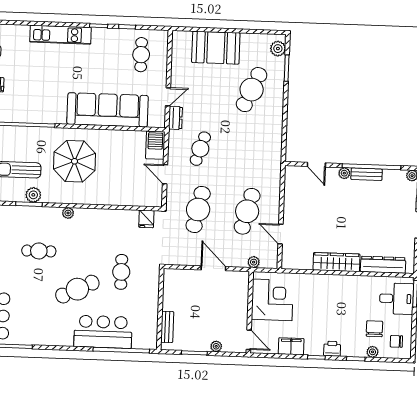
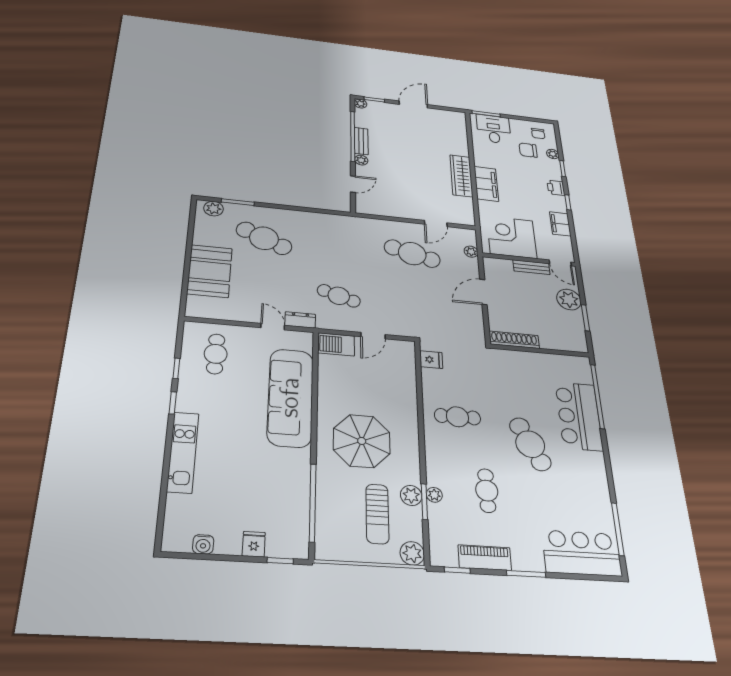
cafe table: (141, 55) -> (216, 354), turned 90
cafe table: (198, 209) -> (414, 303), removed
plant: (68, 213) -> (434, 495), moved
dresser: (383, 265) -> (459, 137), removed
cafe table: (121, 272) -> (457, 417), moved
filing cabinet: (330, 284) -> (486, 184), added
shoe rack: (169, 289) -> (514, 340), added
bench: (167, 327) -> (531, 267), moved
door: (249, 340) -> (560, 263), swing flipped
plant: (216, 346) -> (569, 300), width x1.87, depth x1.87

